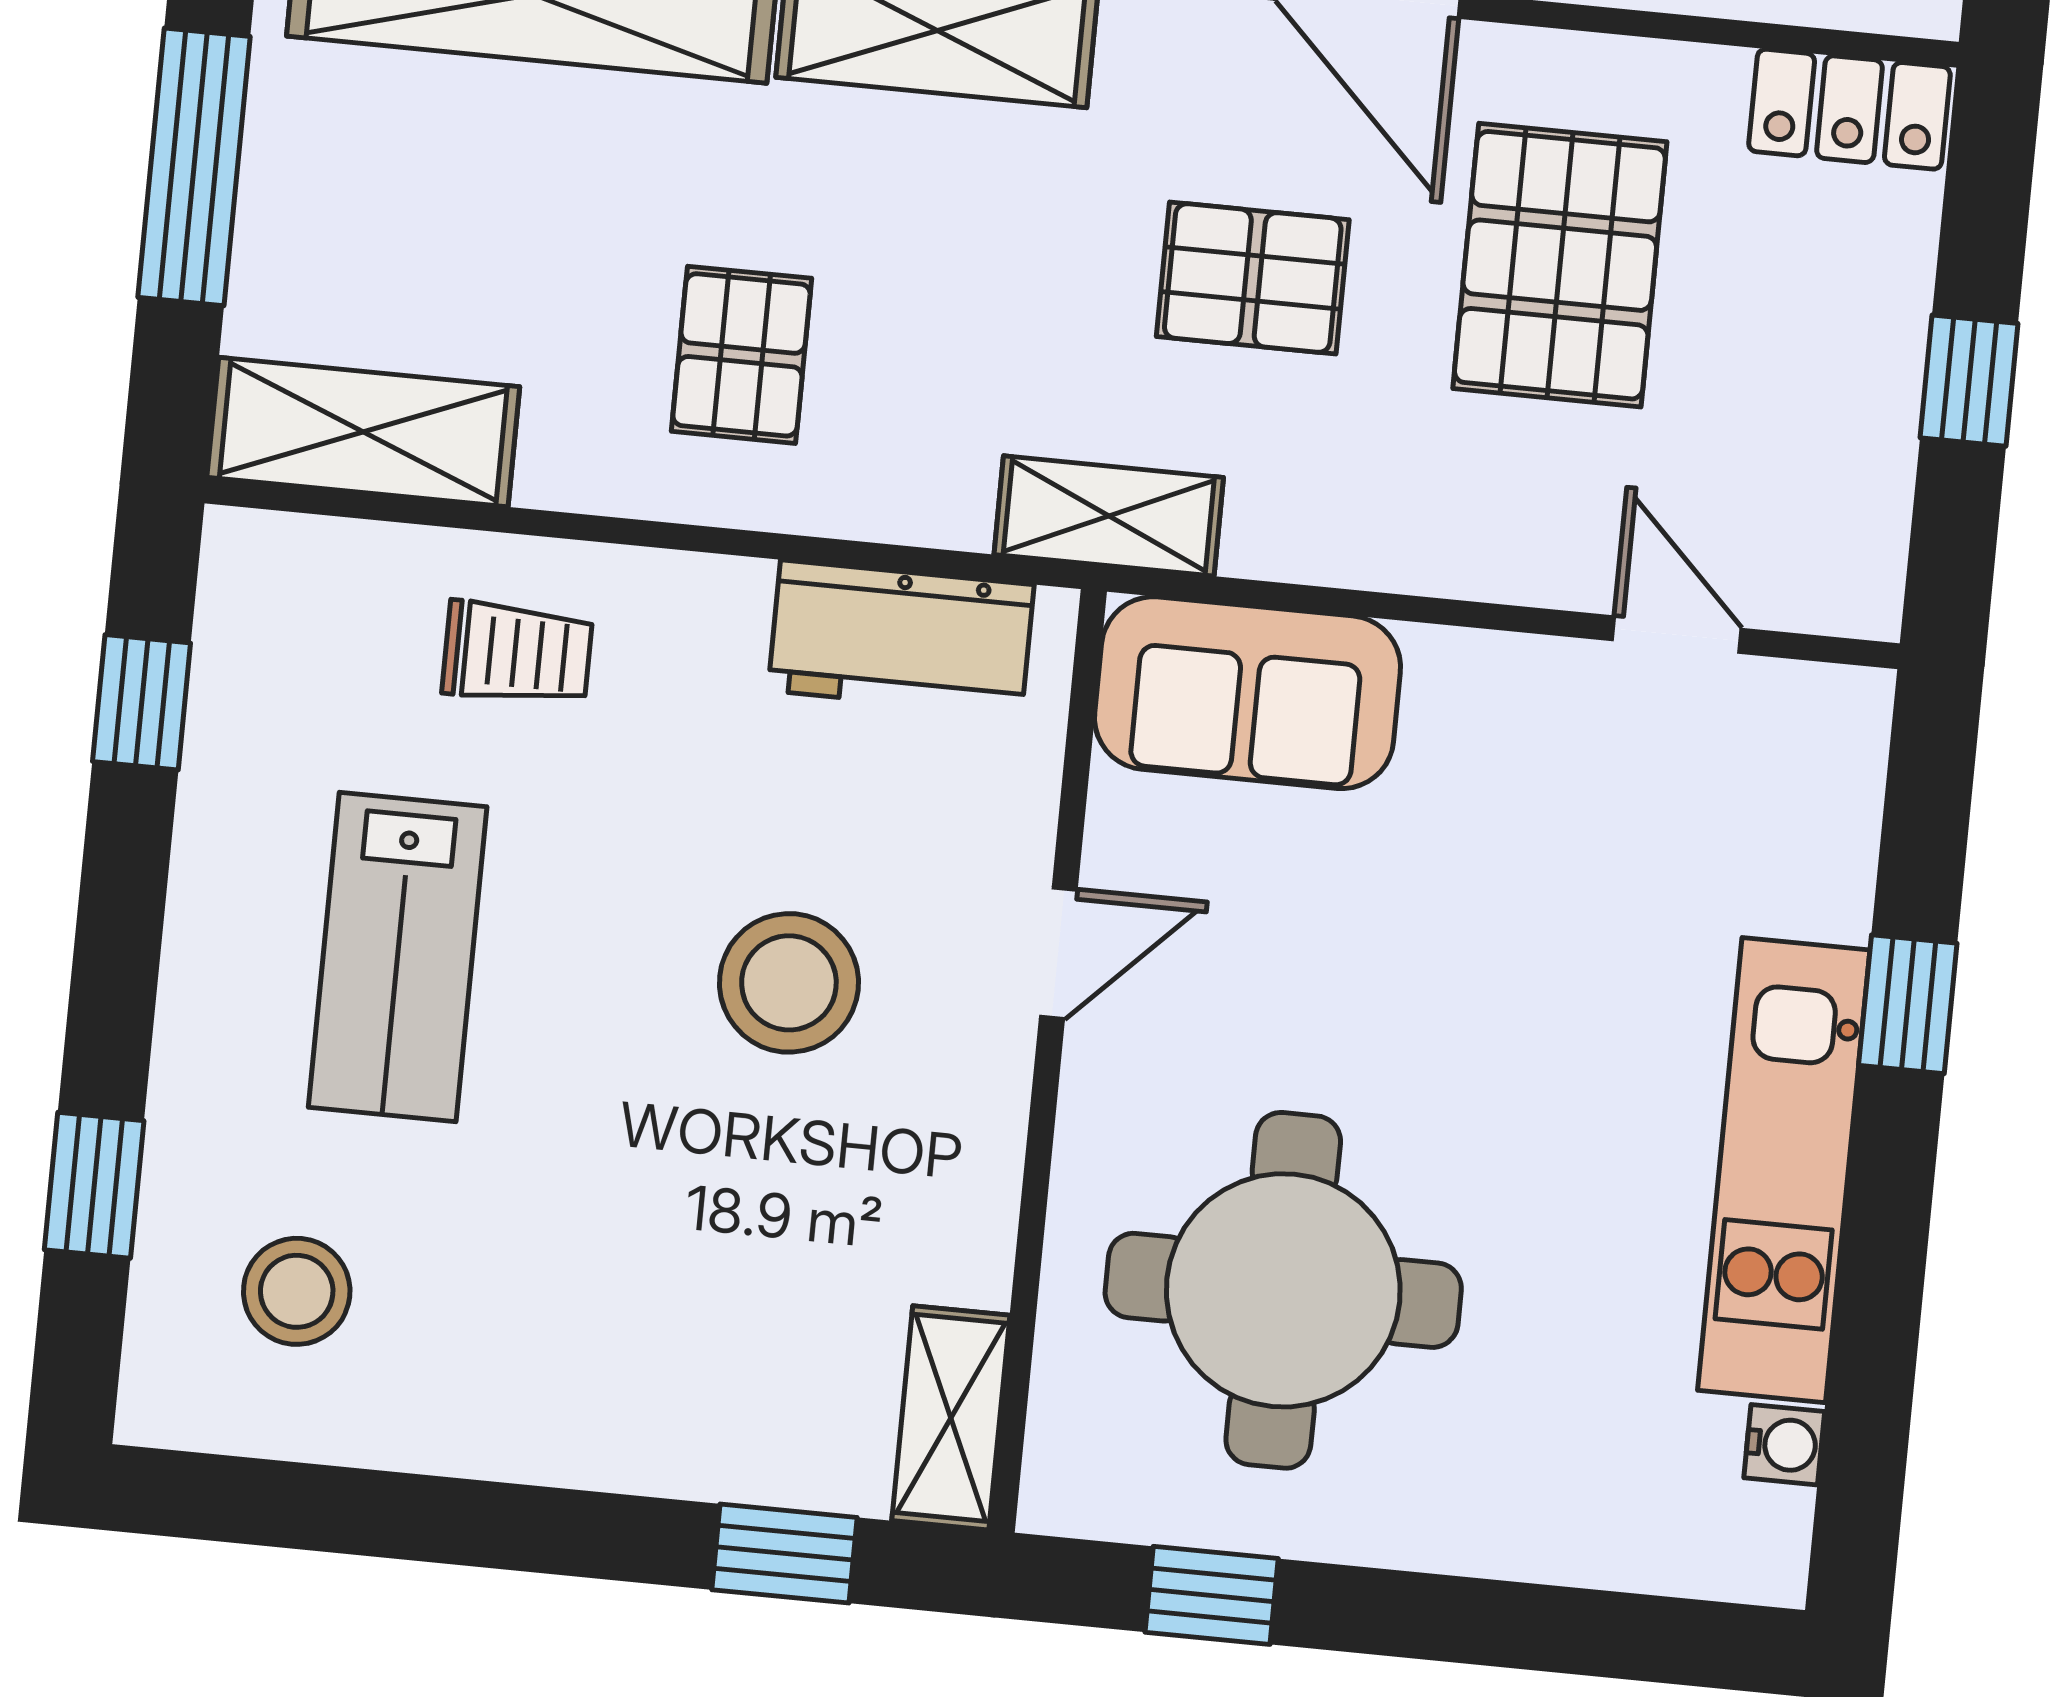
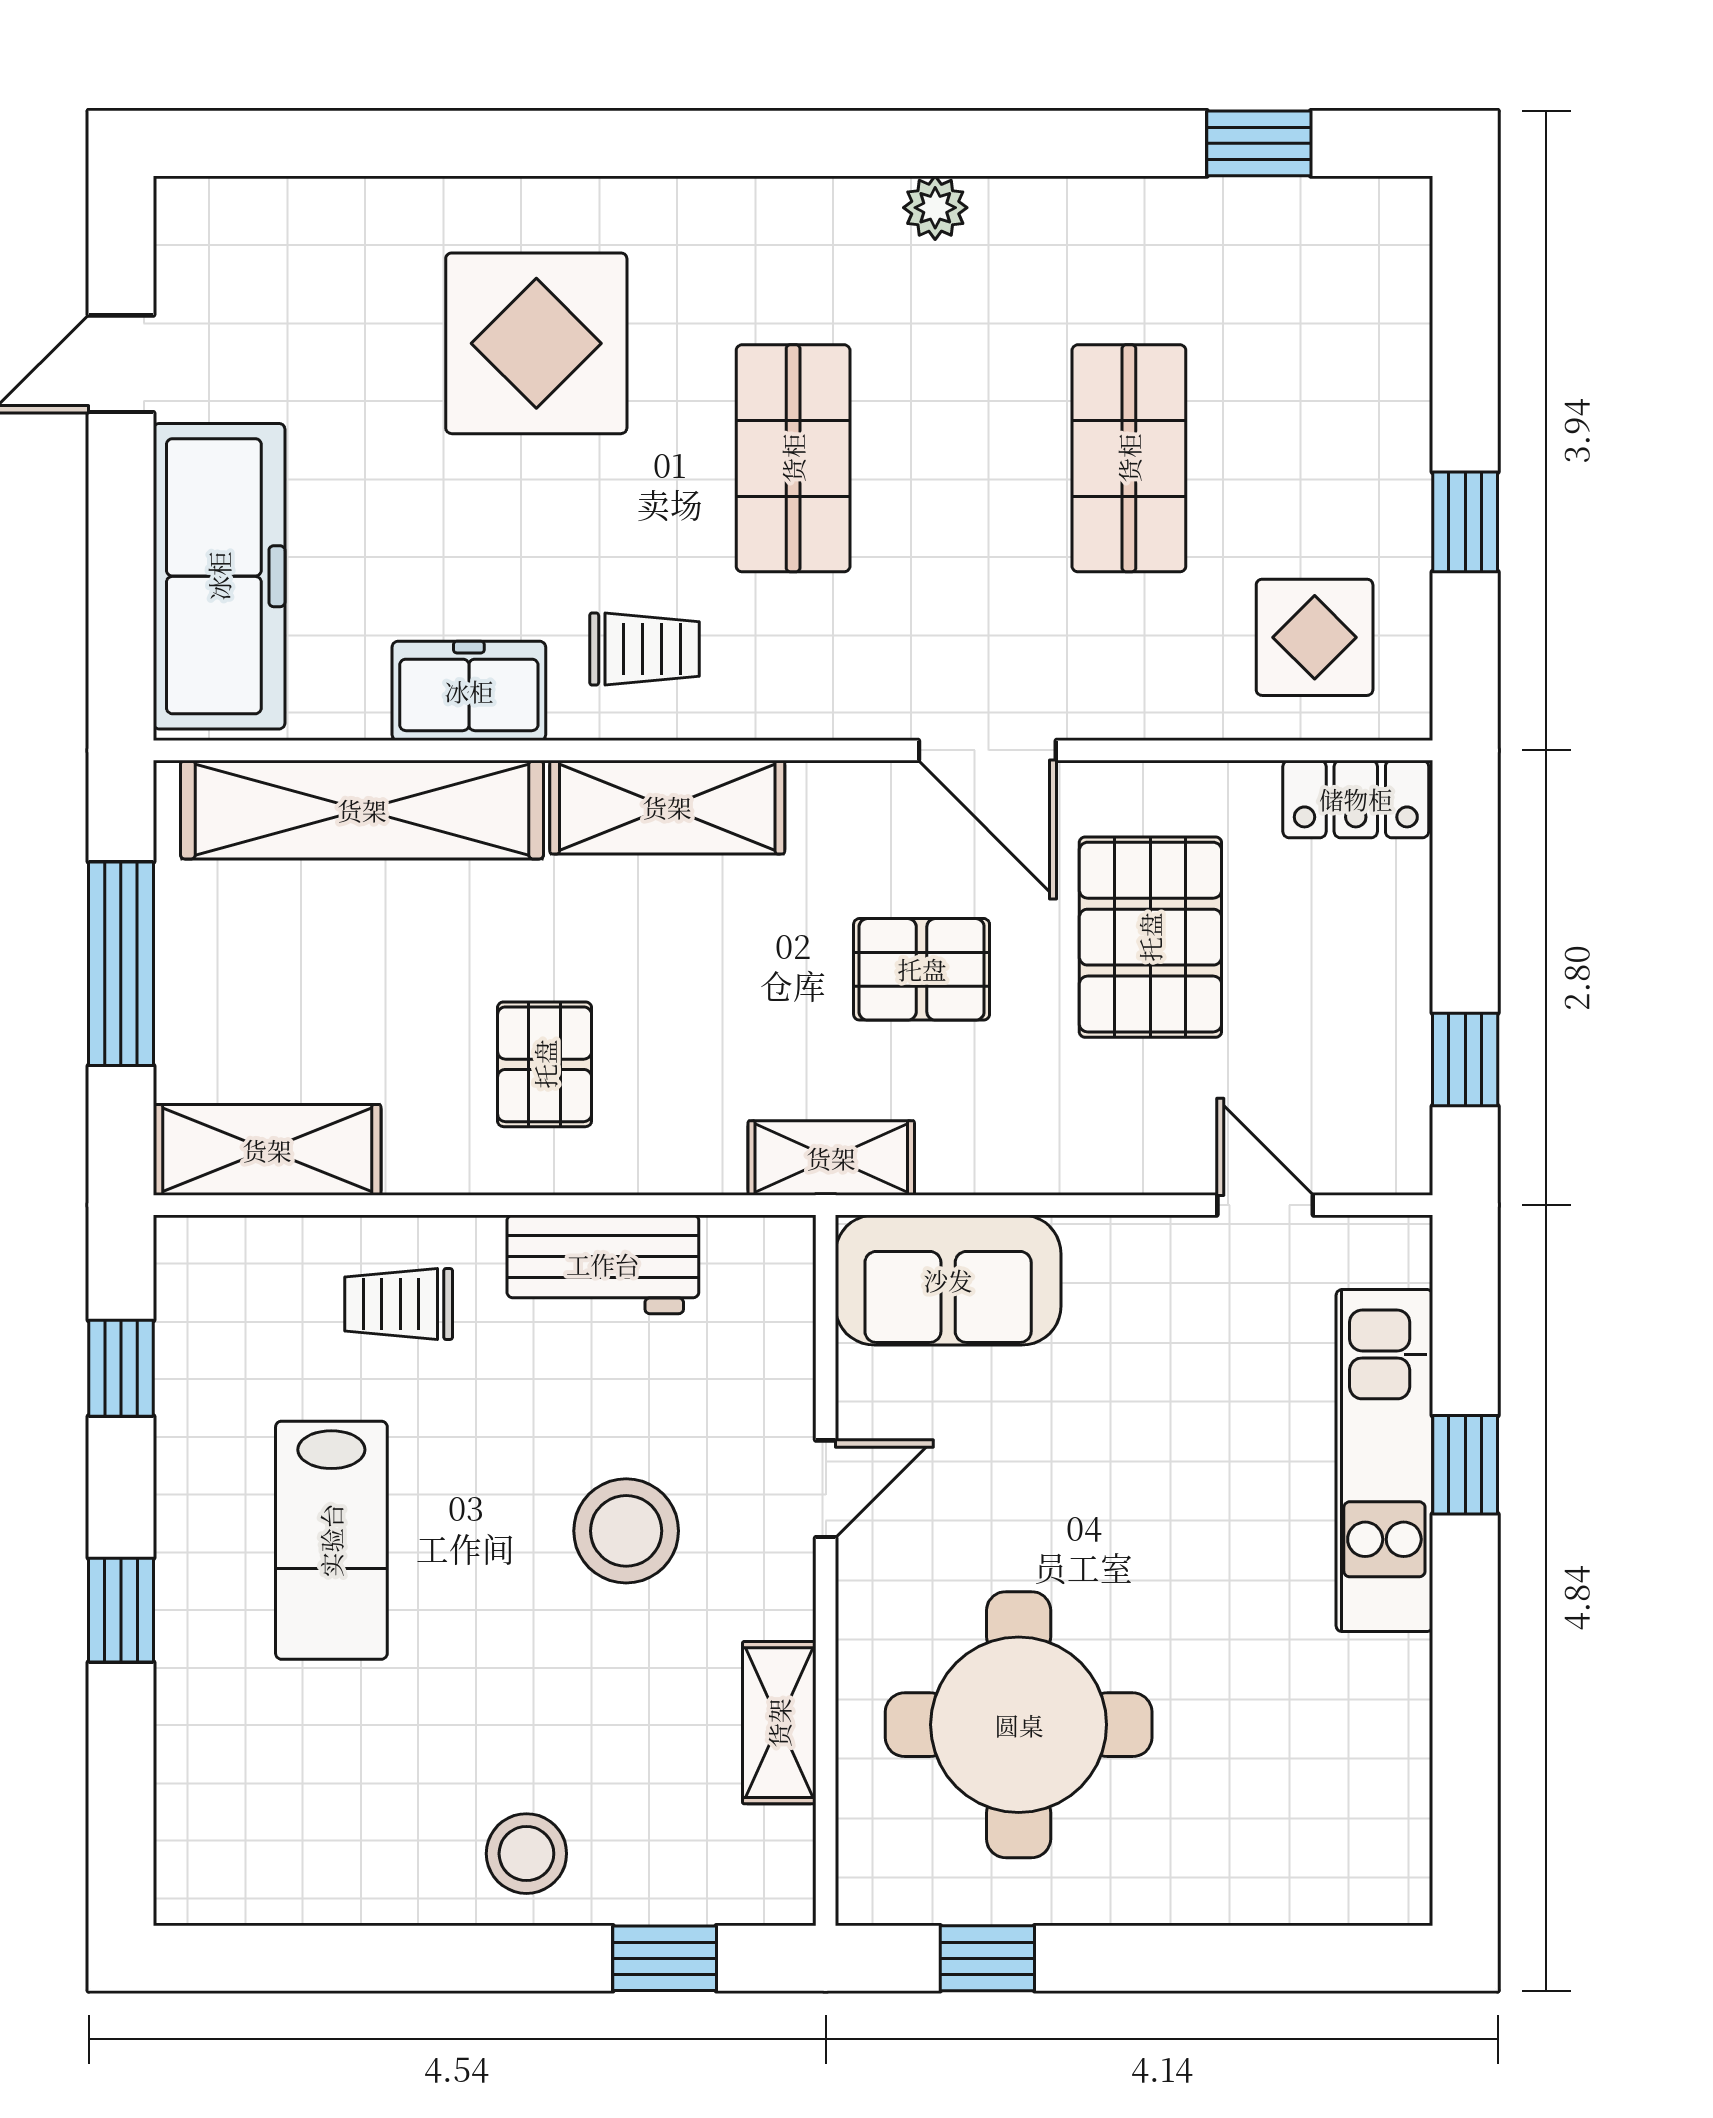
window: (1969, 381) -> (1465, 1060), moved
workbench: (901, 638) -> (603, 1264), moved
trolley: (517, 653) -> (399, 1304), turned 180
kitchen unit: (1784, 1170) -> (1384, 1461), moved
window: (94, 1185) -> (121, 1610), moved
stool: (297, 1291) -> (526, 1854), moved
shelving: (951, 1418) -> (779, 1723), moved
water cooler: (1784, 1445) -> (1405, 1803), removed

